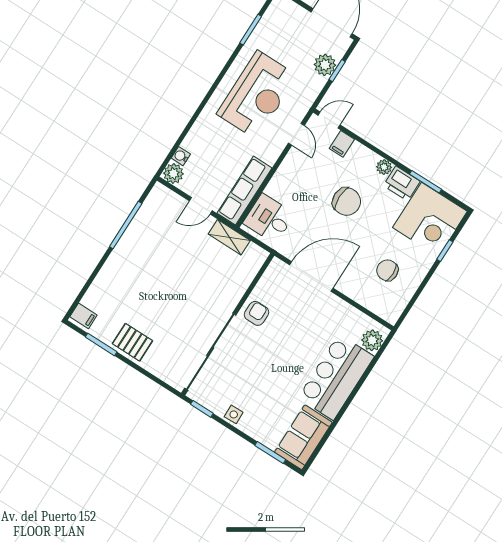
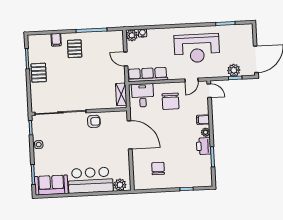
filing cabinet: (342, 144) -> (203, 120), moved
chair: (347, 202) -> (171, 101), moved
corner desk: (430, 219) -> (196, 171), removed
shelving: (229, 237) -> (121, 94), moved
pallet: (135, 267) -> (75, 49), added
filing cabinet: (83, 316) -> (56, 40), moved

